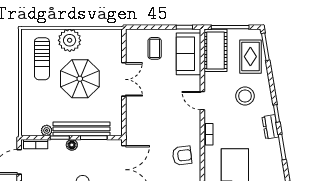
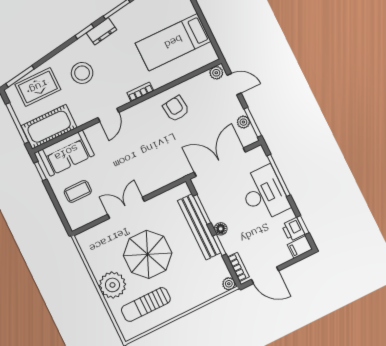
sun lounger: (42, 59) -> (146, 304), turned 180
plant: (47, 130) -> (229, 284), moved

